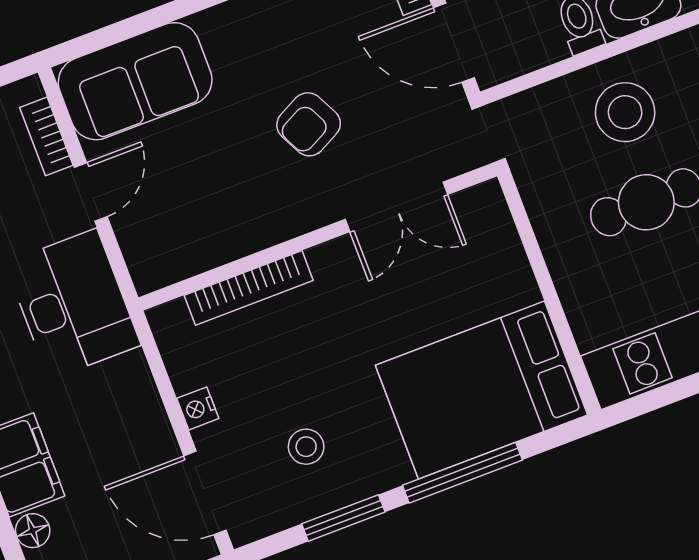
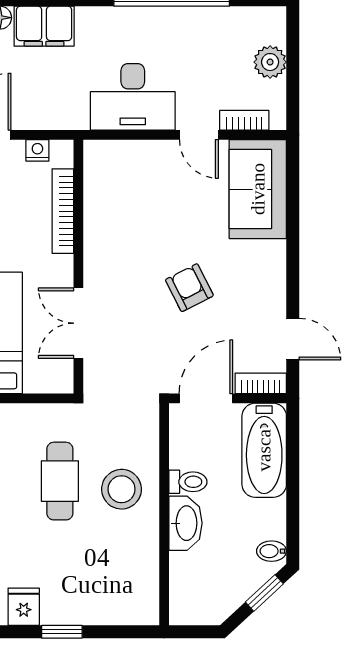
double door: (396, 207) -> (78, 323), moved
wall: (318, 237) -> (78, 267), moved
bookcase: (249, 288) -> (63, 211), moved

